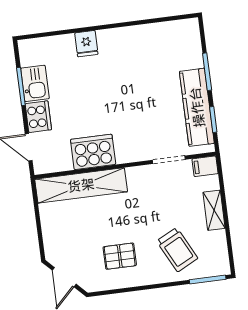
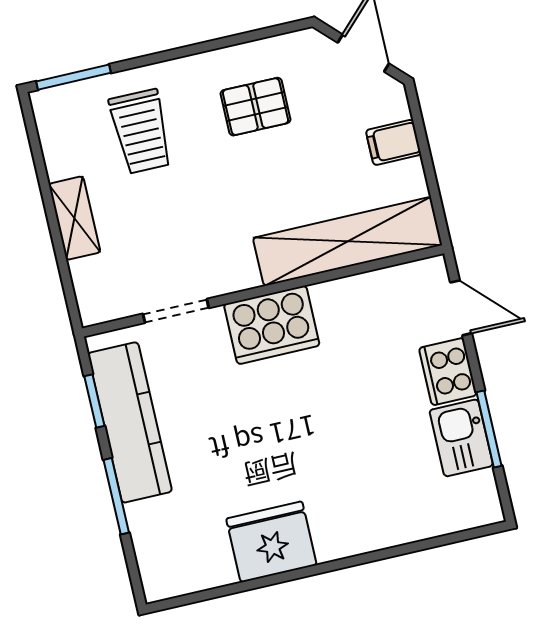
fridge: (86, 44) -> (271, 542), moved, width x1.88, depth x1.34
cooker: (93, 152) -> (272, 325), moved
filing cabinet: (205, 166) -> (394, 142), moved, turned 180
trolley: (177, 250) -> (141, 131), turned -153

